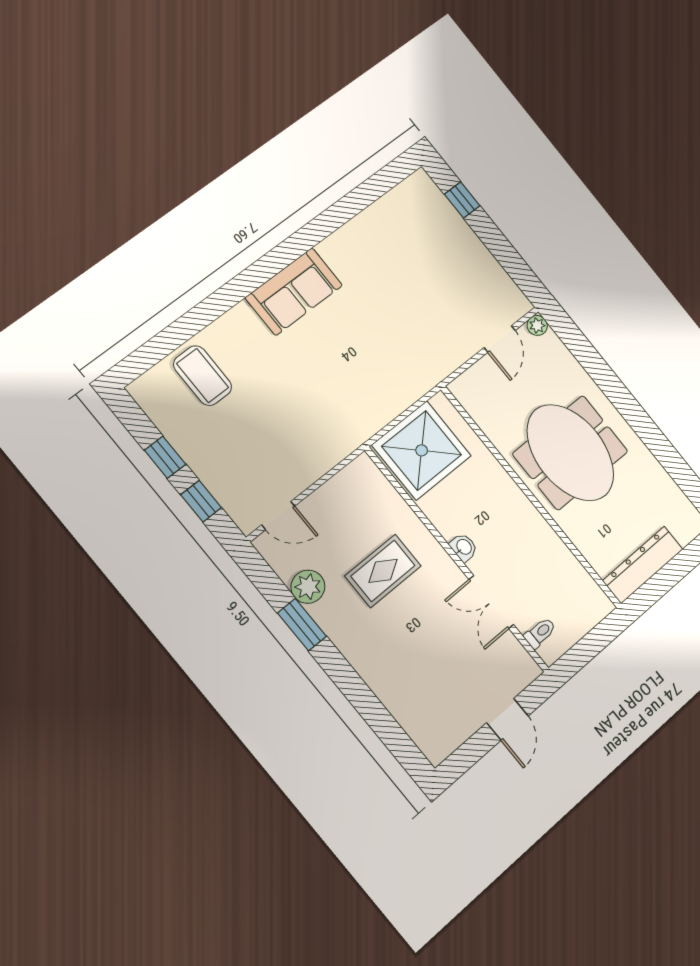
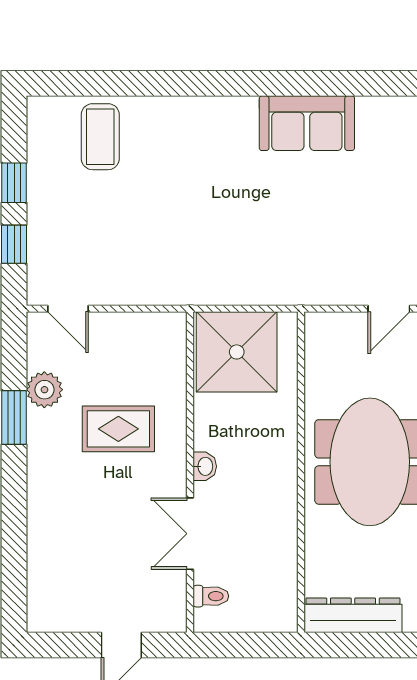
sofa: (294, 292) -> (307, 123), moved

